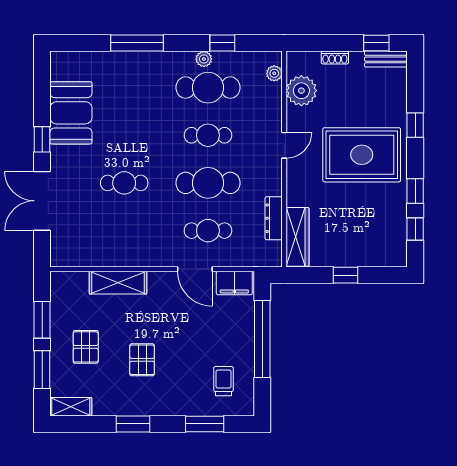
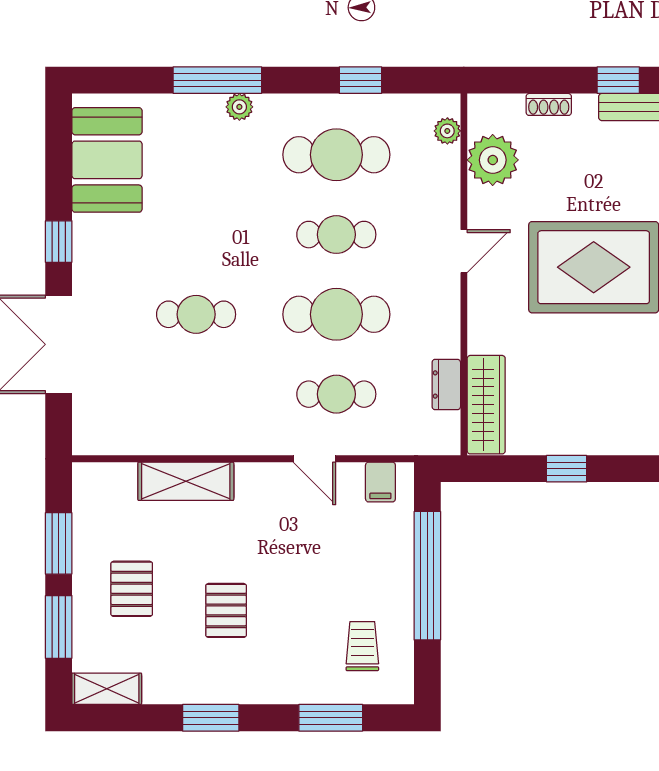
plant: (204, 59) -> (239, 107), moved
booth: (71, 113) -> (107, 160), moved
dresser: (274, 218) -> (446, 385), width x0.70
door: (195, 269) -> (314, 459), width x0.73
filing cabinet: (234, 283) -> (380, 482), width x0.50

